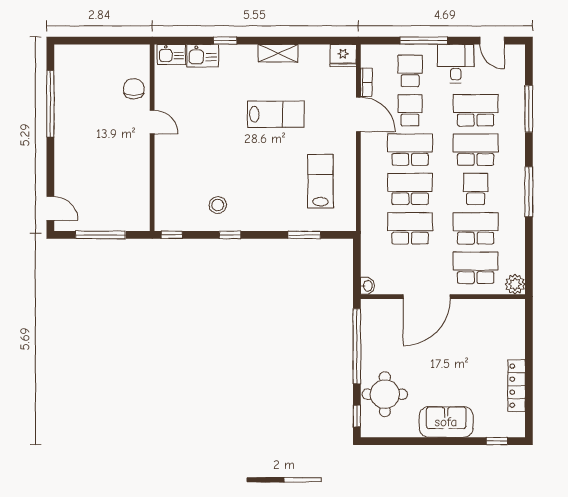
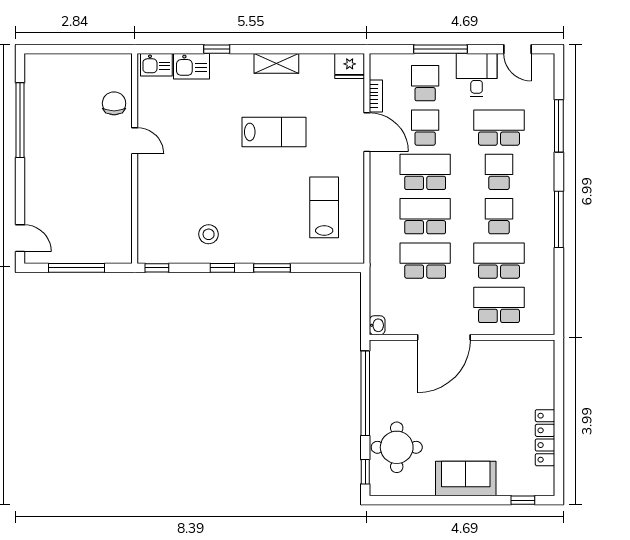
school desk: (476, 150) -> (499, 172), width x0.54
window: (304, 235) -> (272, 268), moved
plant: (515, 284) -> (543, 323), removed

